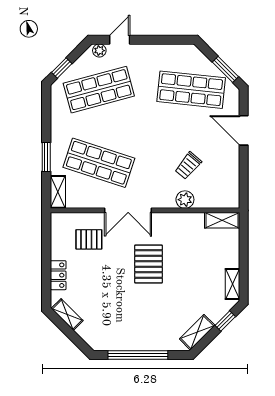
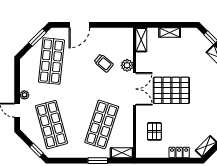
plant: (99, 51) -> (24, 95), moved
double door: (128, 210) -> (135, 89), moved
pallet: (149, 264) -> (171, 90), width x1.37, depth x1.41
shelving: (233, 284) -> (170, 33), moved

